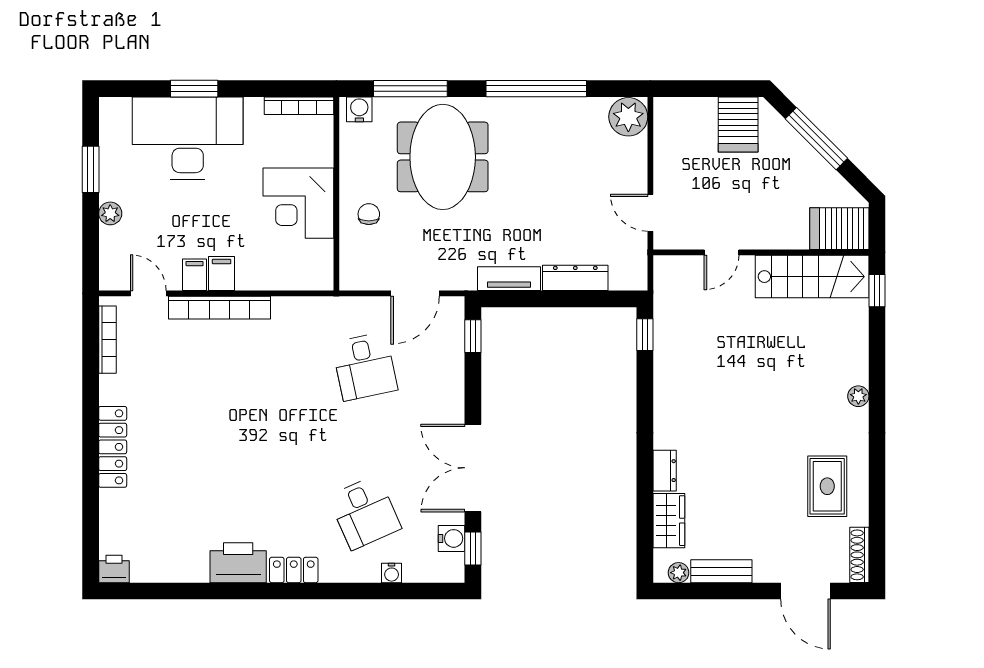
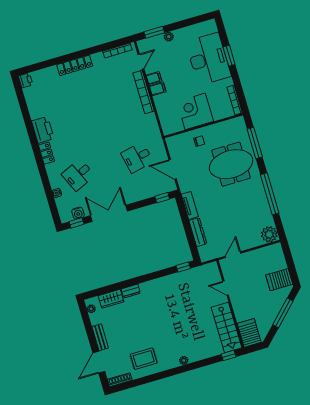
water cooler: (359, 109) -> (240, 125), removed
window: (91, 169) -> (154, 32), moved
bench: (721, 571) -> (100, 337), moved

